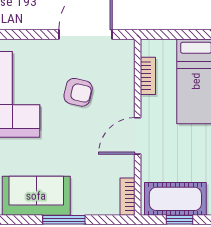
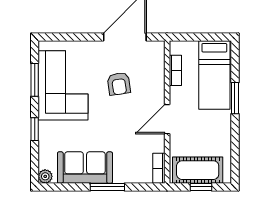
armchair: (78, 92) -> (119, 84), turned 69

